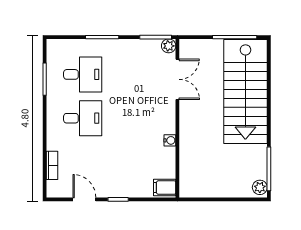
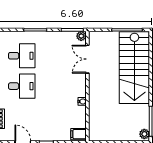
double door: (177, 79) -> (87, 59), swing flipped

